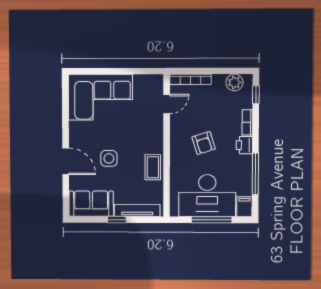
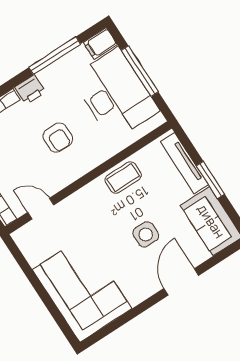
armchair: (204, 143) -> (58, 138), turned 107
window: (117, 220) -> (210, 180), width x1.50

